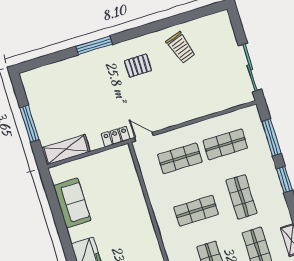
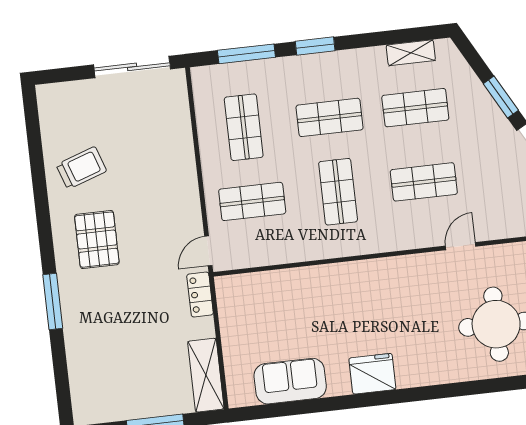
pallet: (138, 66) -> (97, 240), width x1.50, depth x1.42
shop shelf: (180, 158) -> (252, 201), turned 90

